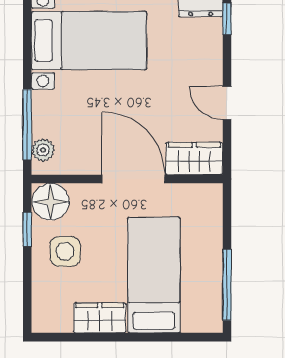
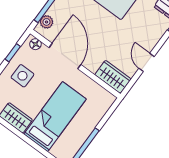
door: (133, 179) -> (65, 56), moved
floor lamp: (51, 202) -> (35, 44), width x0.53, depth x0.53

